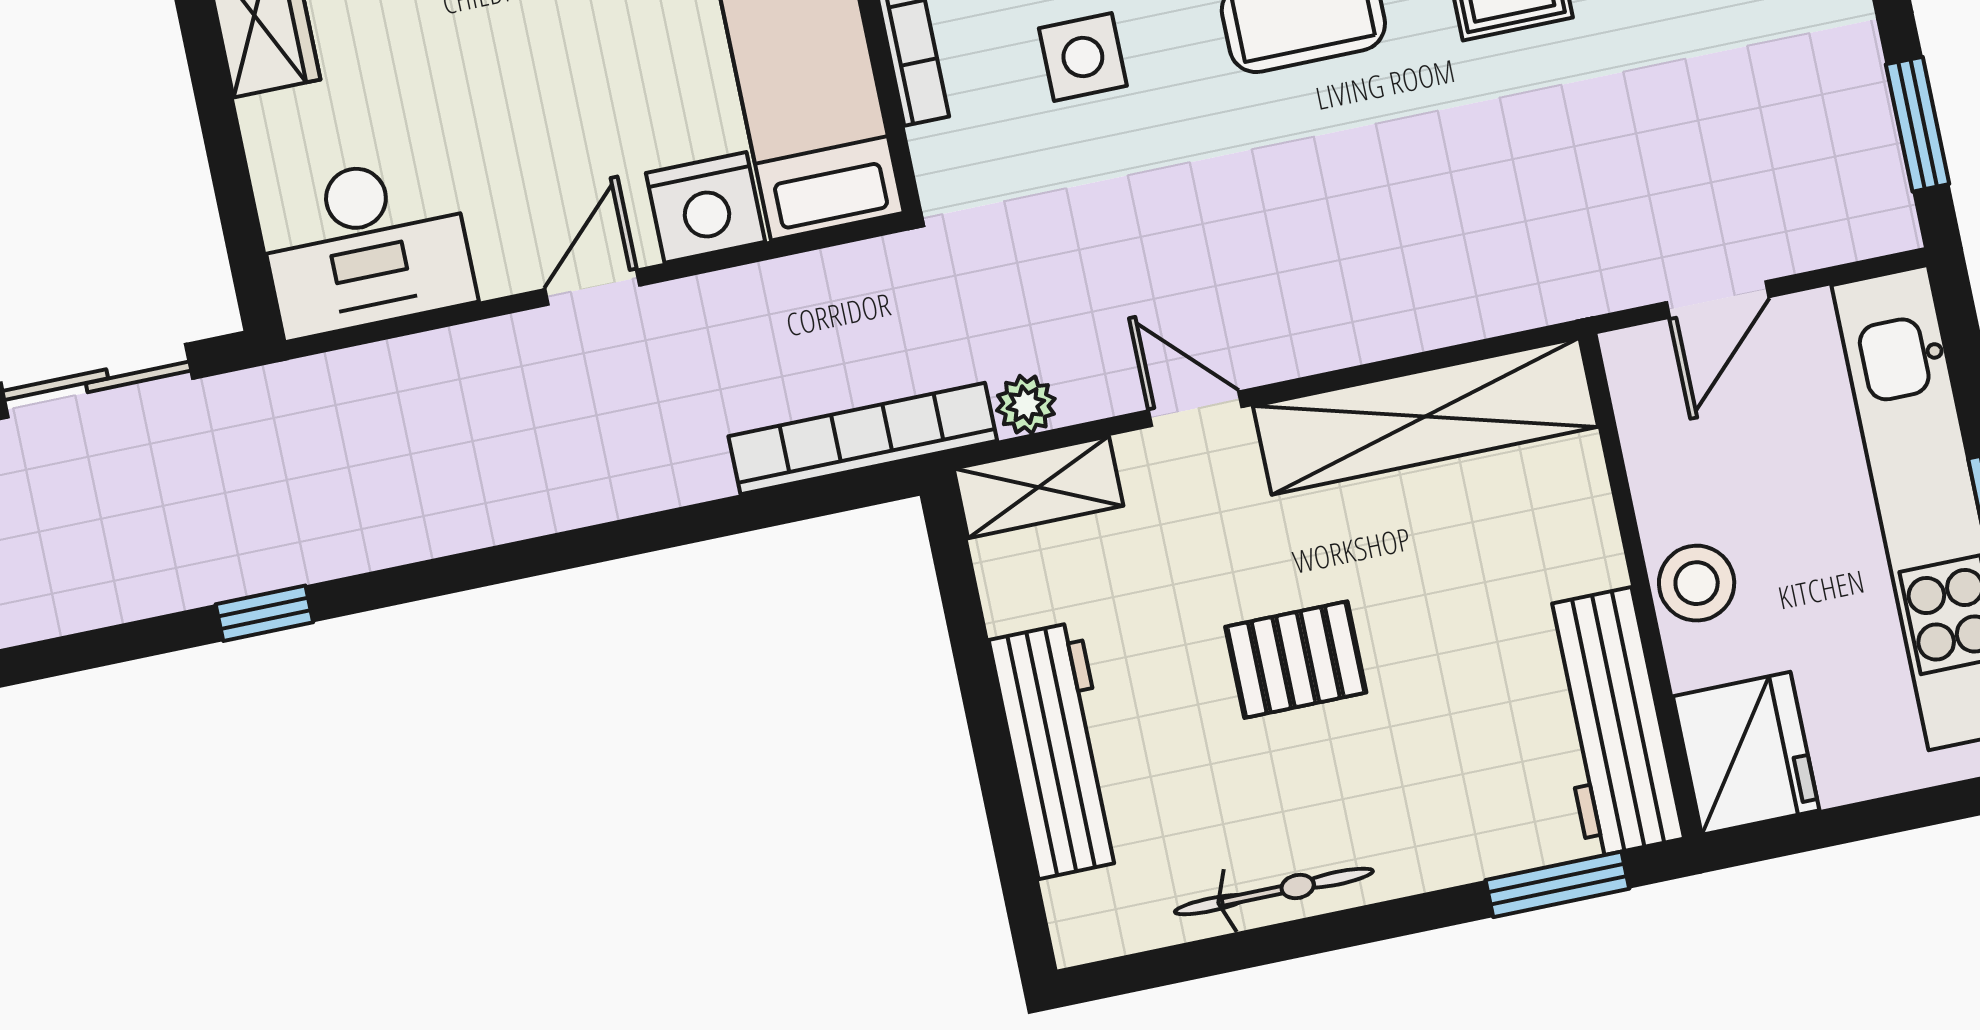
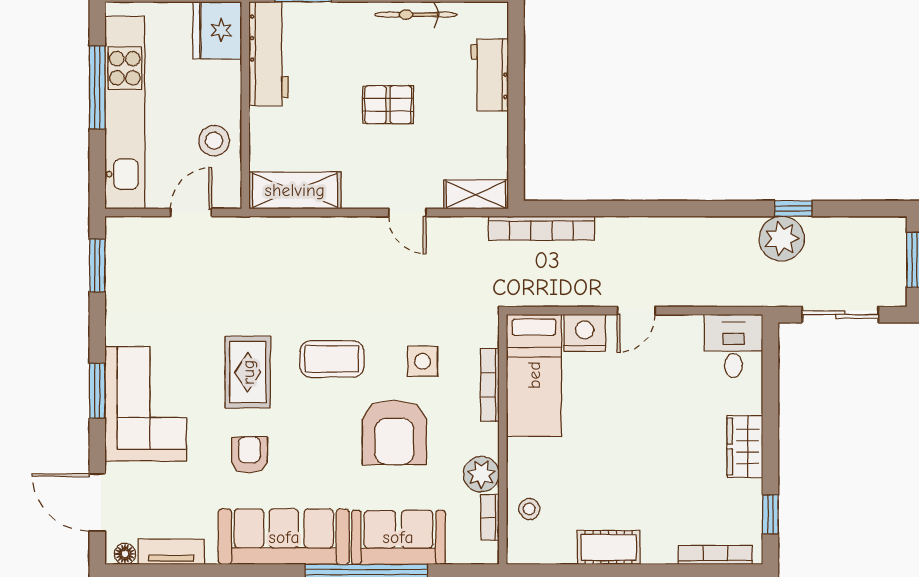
desk: (366, 246) -> (733, 346), width x0.73
plant: (1026, 405) -> (782, 239), moved, width x1.88, depth x1.88
shelving: (1425, 416) -> (295, 190), width x0.68
stool: (1697, 583) -> (214, 141), moved
workbench: (1058, 750) -> (490, 75), width x0.73

